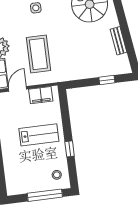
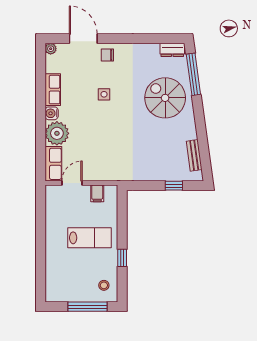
bench: (119, 41) -> (194, 155), moved
coffee table: (38, 54) -> (100, 147), removed
filing cabinet: (41, 95) -> (97, 193), width x0.50

